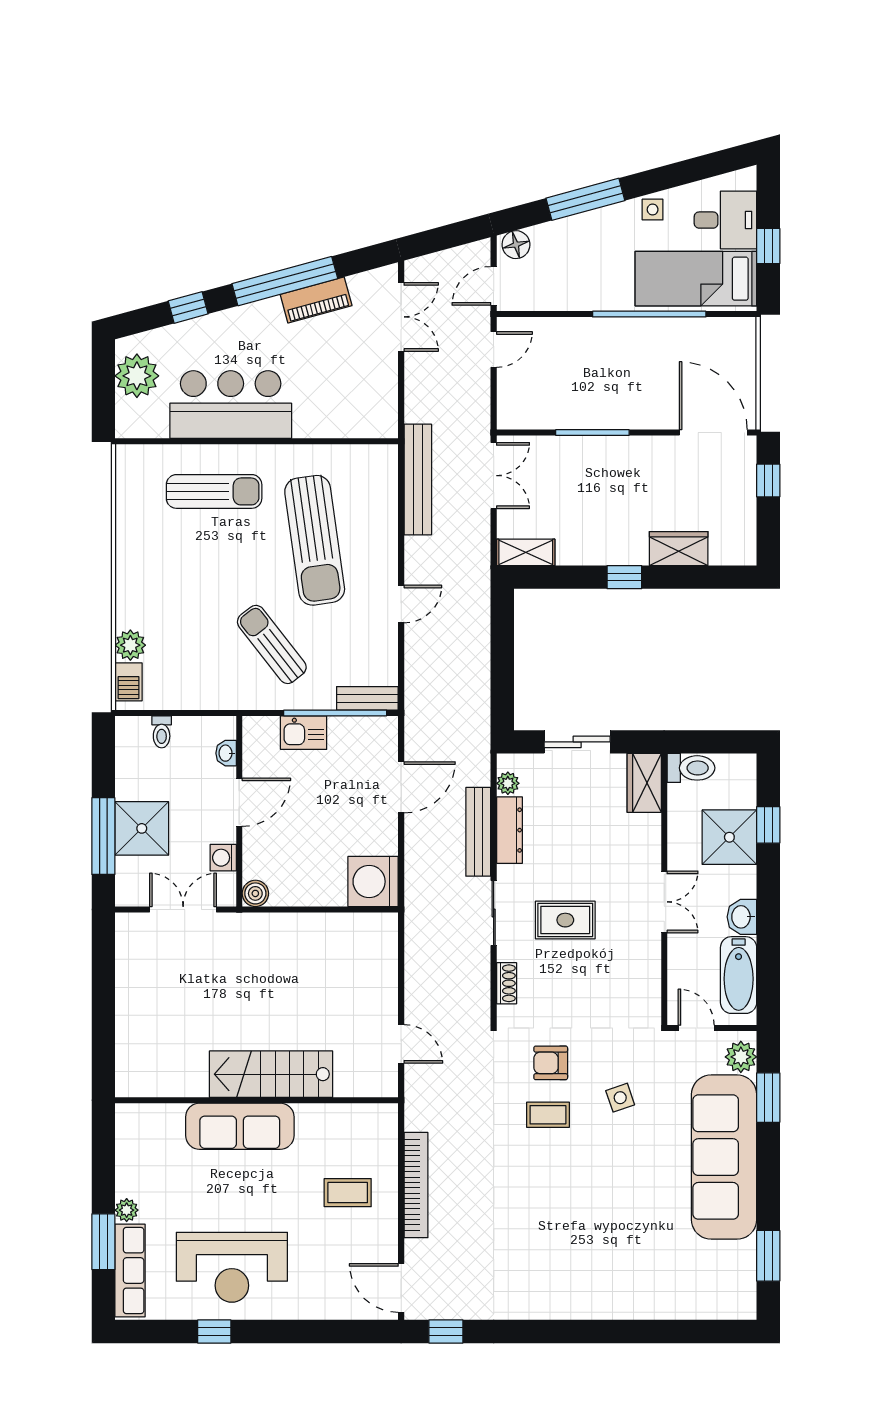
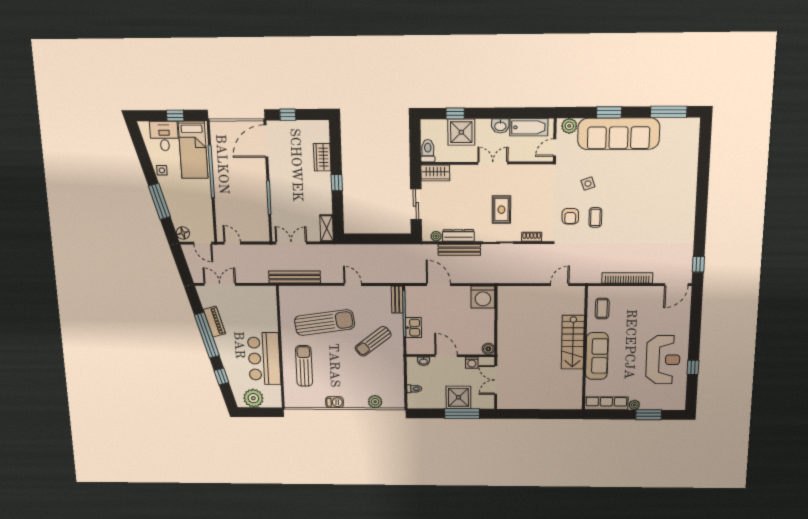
barbecue: (129, 682) -> (335, 402), moved
window: (768, 1098) -> (609, 112), moved
coffee table: (348, 1193) -> (602, 309), moved
window: (768, 1256) -> (669, 112), width x1.44
row of seats: (130, 1270) -> (606, 403), moved

